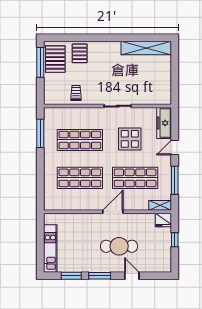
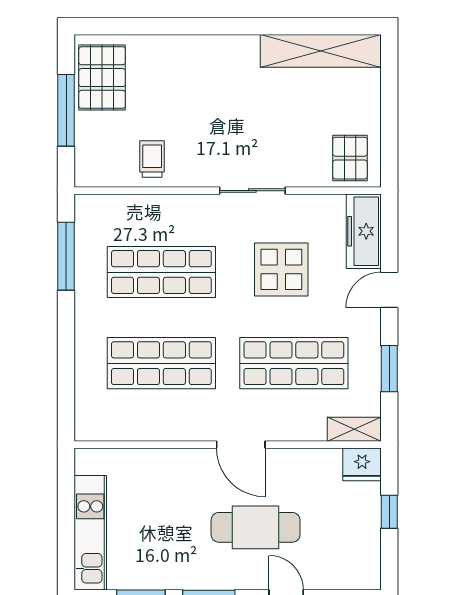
pallet: (80, 53) -> (350, 158), moved
window: (40, 62) -> (66, 110), moved
window: (175, 180) -> (389, 369), width x0.69
door: (113, 212) -> (241, 445), swing flipped

